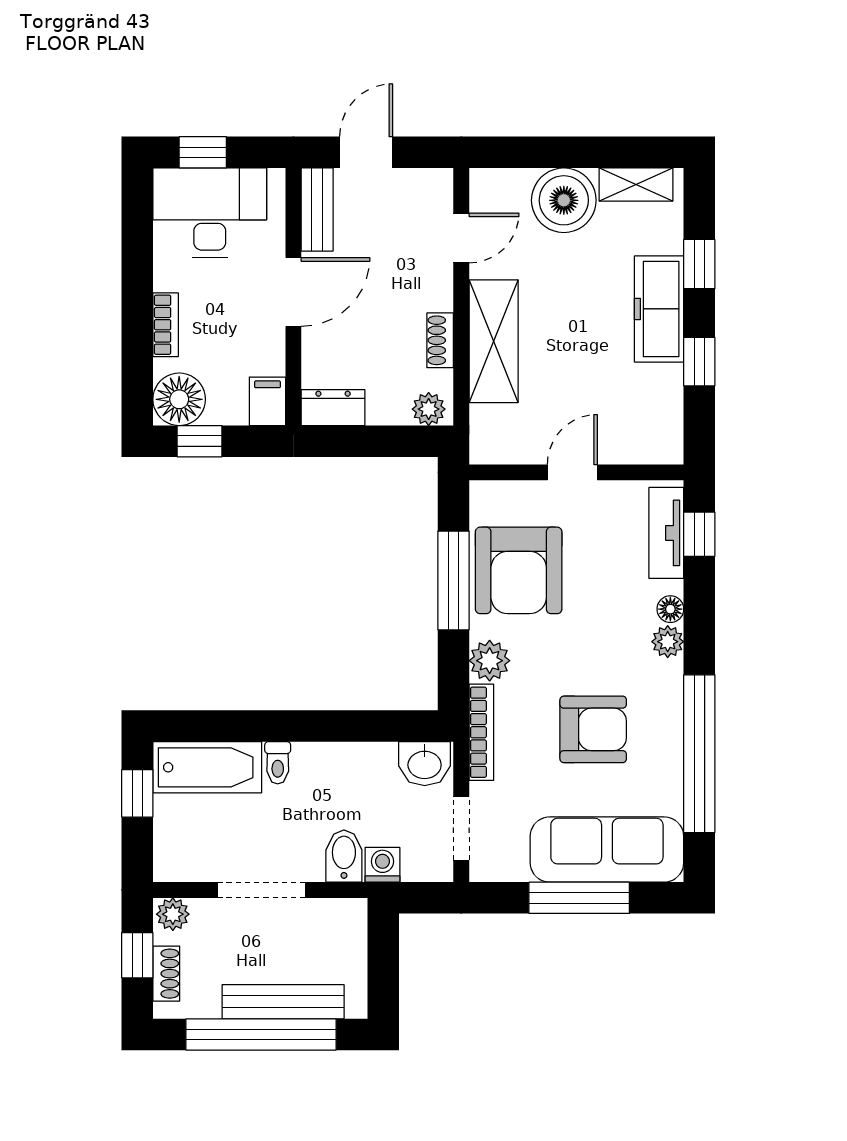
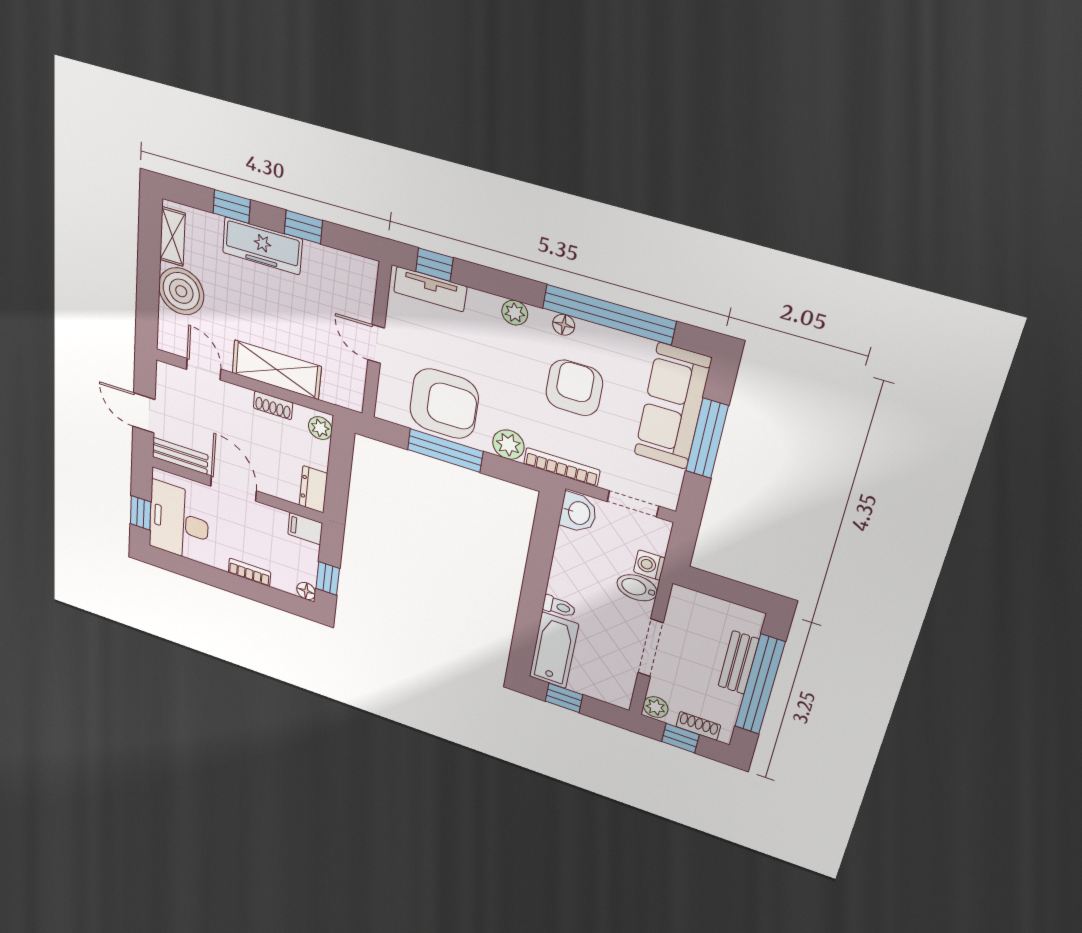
floor lamp: (179, 399) -> (306, 591), width x0.53, depth x0.53
floor lamp: (670, 609) -> (564, 325), moved
bench: (283, 1002) -> (738, 663), width x0.73

